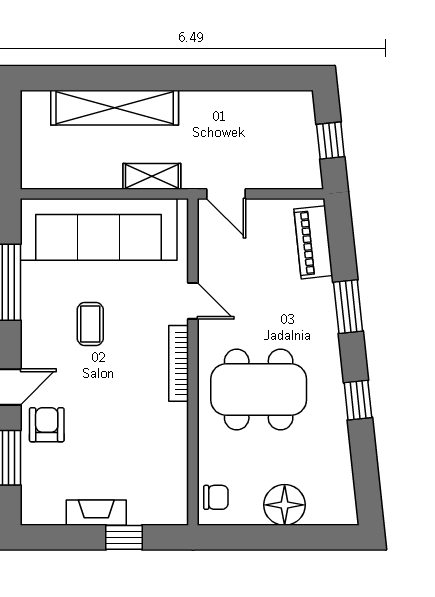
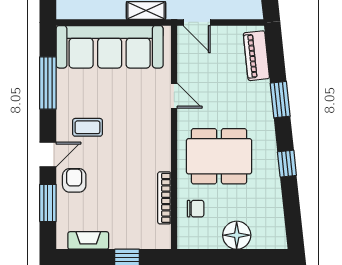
coffee table: (90, 324) -> (88, 127), moved, turned 90
bookcase: (179, 363) -> (164, 198), moved
chair: (216, 497) -> (196, 209), moved
fireplace: (96, 513) -> (88, 240), moved

